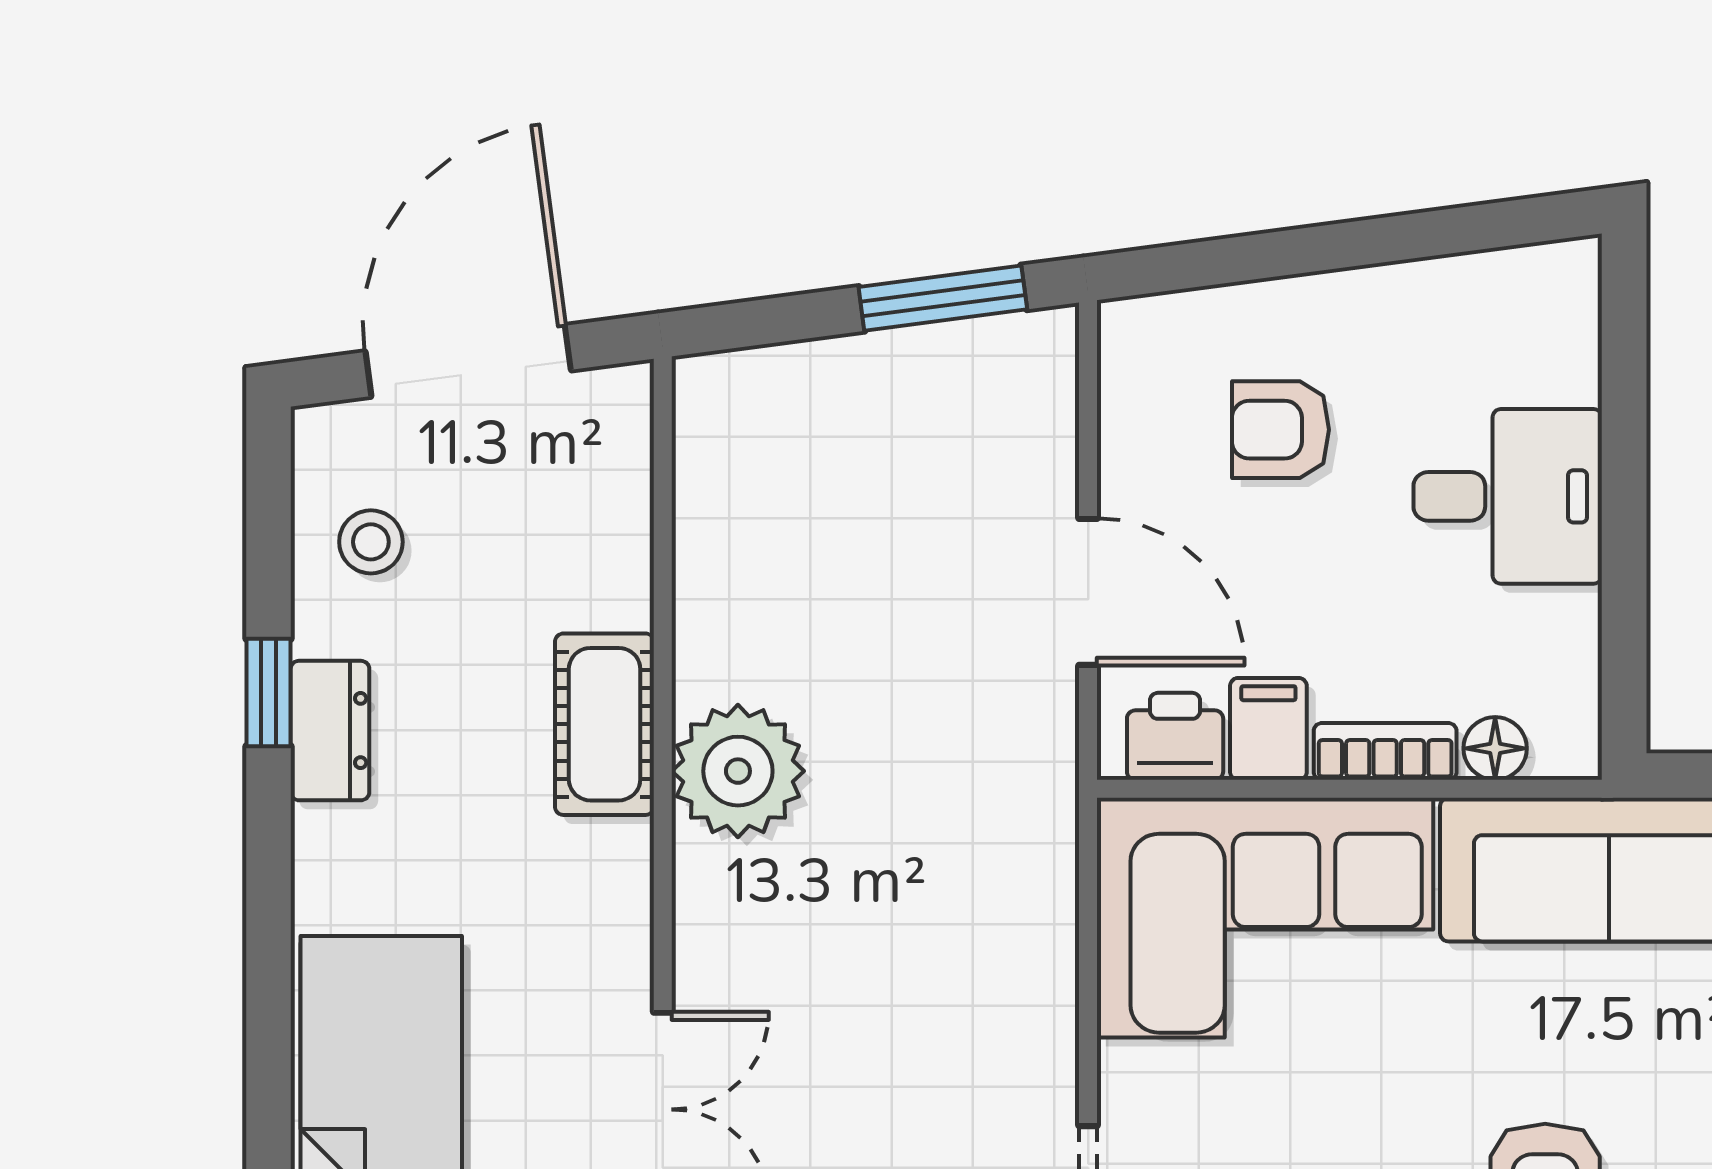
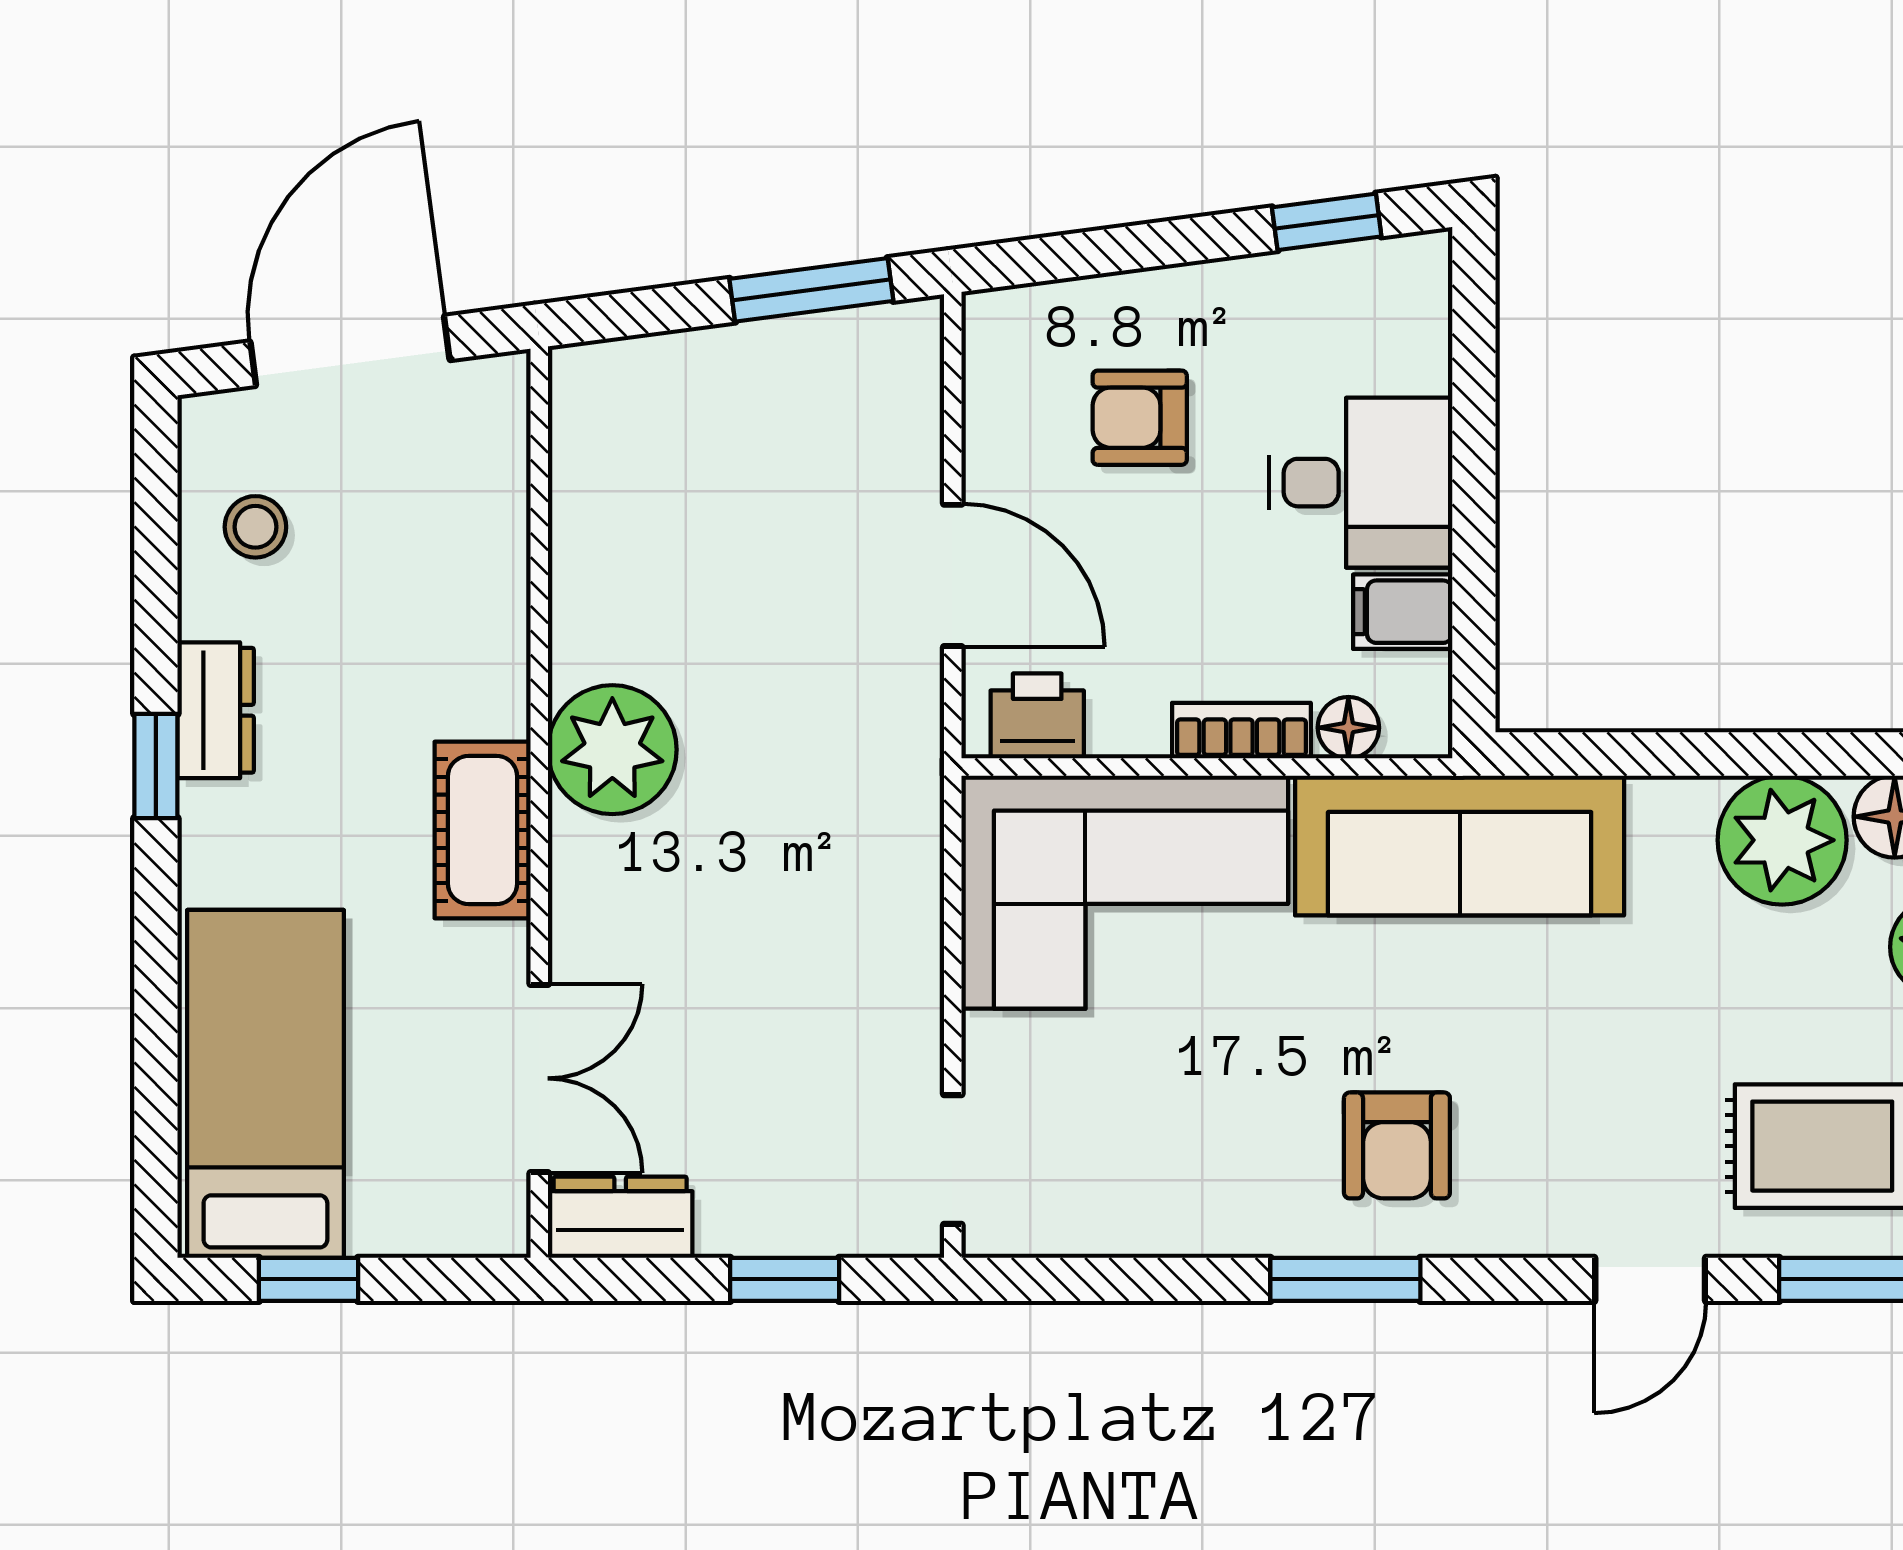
window: (1473, 228) -> (1327, 222), added
window: (269, 693) -> (156, 766), moved
cot: (605, 724) -> (483, 830), moved
filing cabinet: (1268, 729) -> (1403, 612), moved, turned -90

